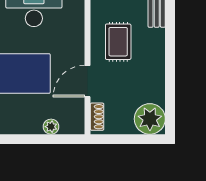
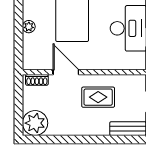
plant: (51, 127) -> (29, 27), moved

